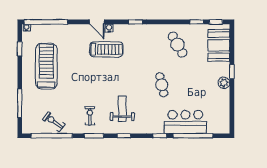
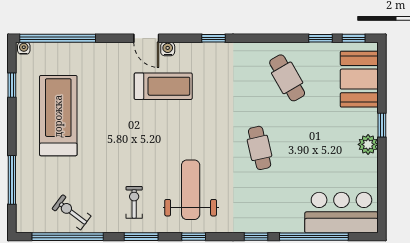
weight bench: (122, 109) -> (191, 190), width x1.36, depth x1.33
bar counter: (185, 122) -> (341, 213), moved

